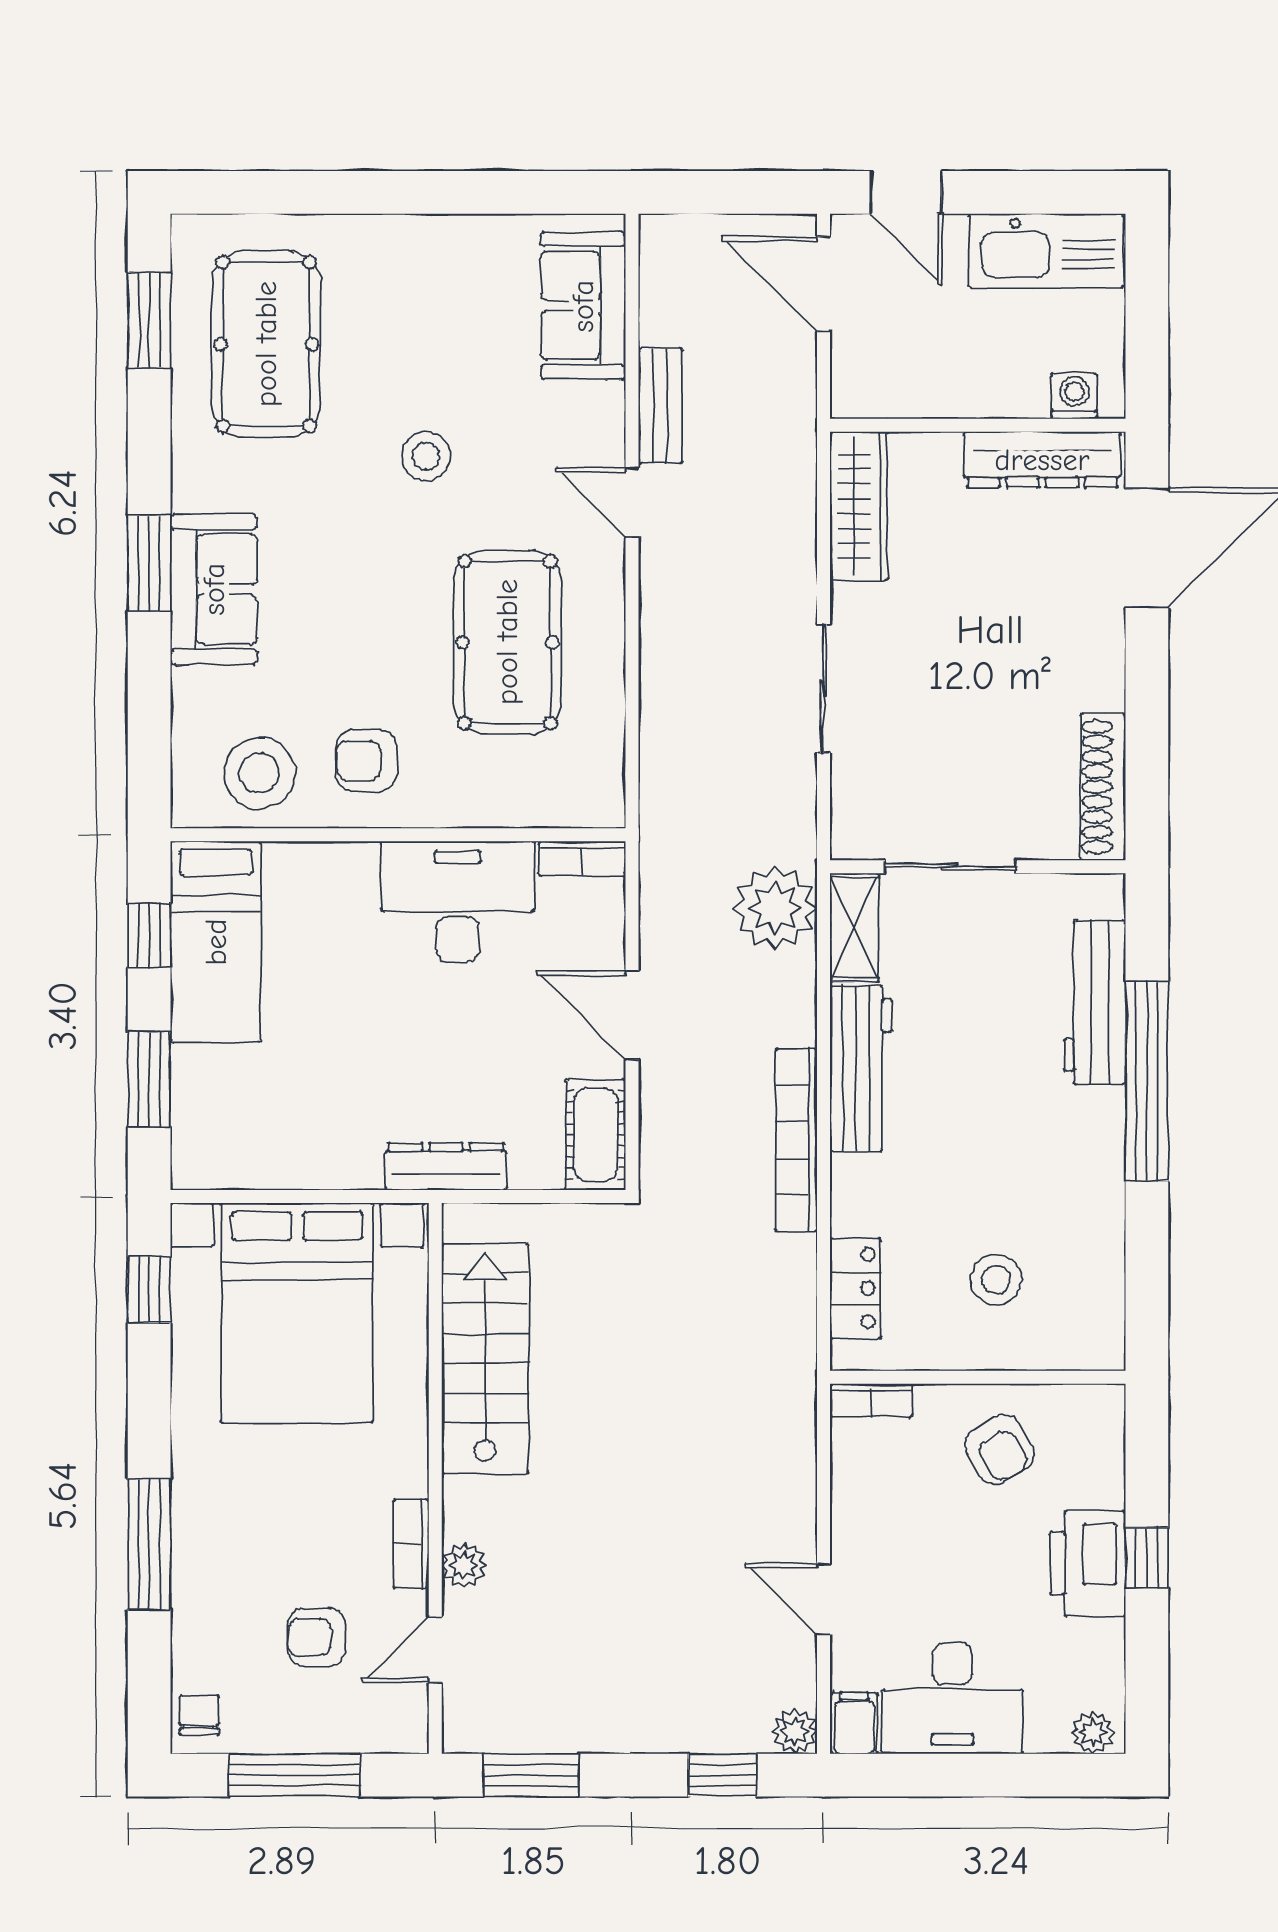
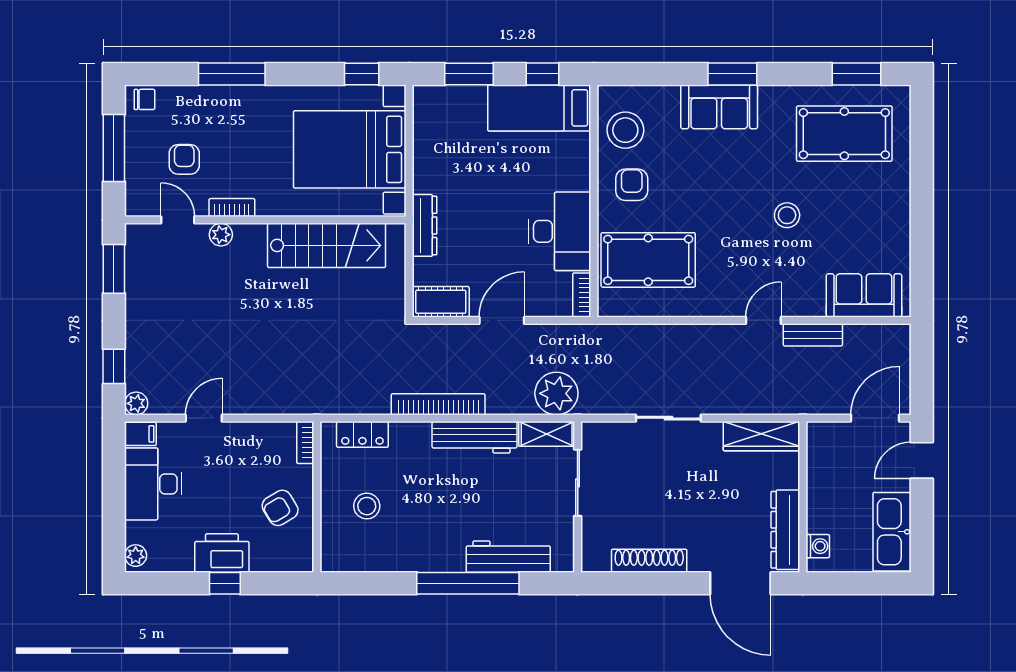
pool table: (507, 642) -> (648, 260), moved
shoe rack: (1103, 787) -> (649, 561), moved

